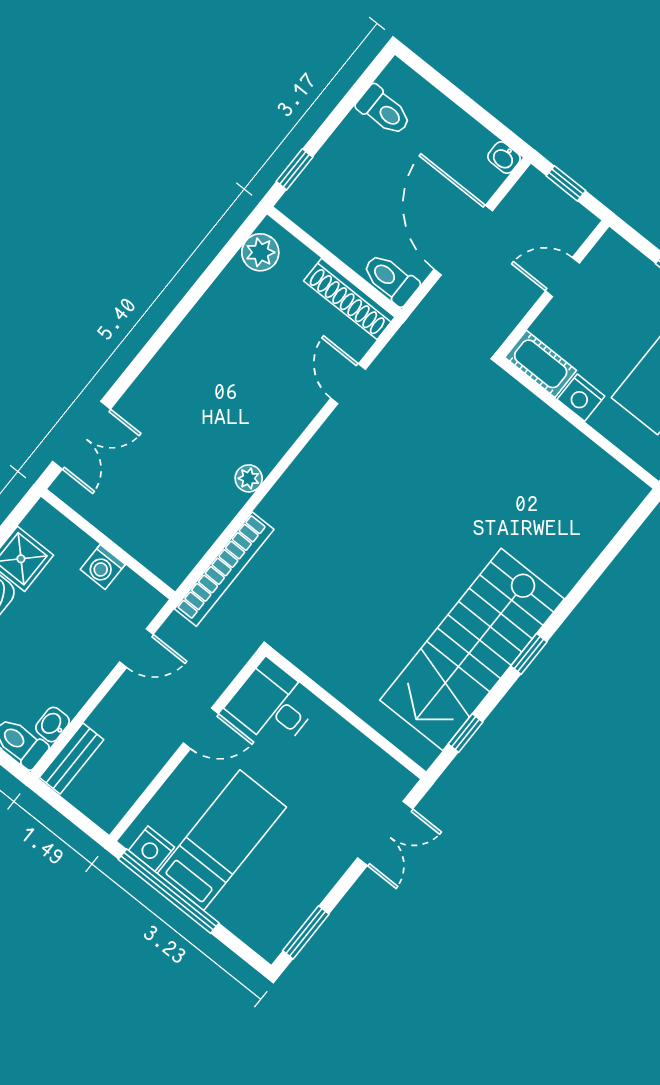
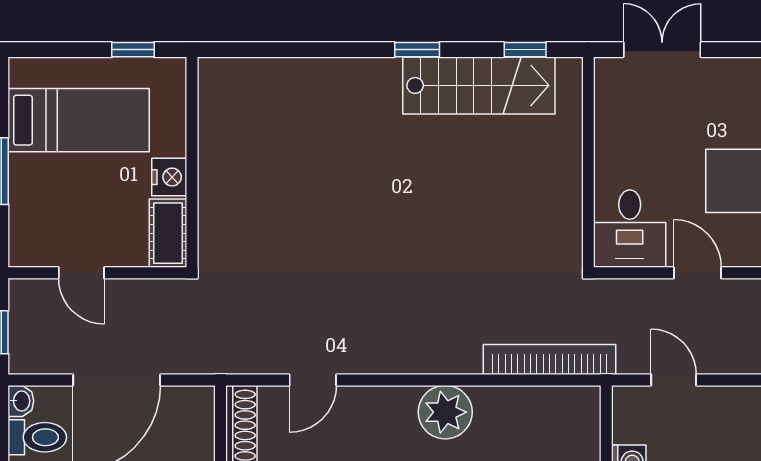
toilet: (391, 279) -> (37, 437), moved, turned -90
plant: (249, 478) -> (445, 412), width x1.88, depth x1.88
stairs: (472, 649) -> (479, 85), width x0.73, depth x0.66

